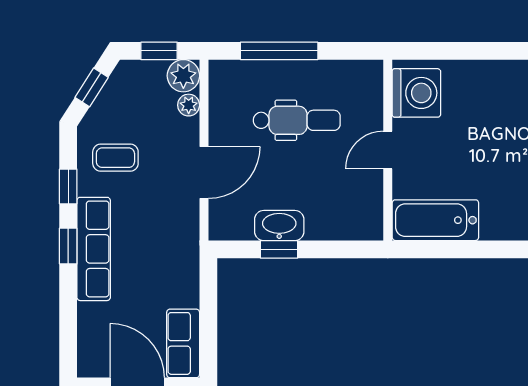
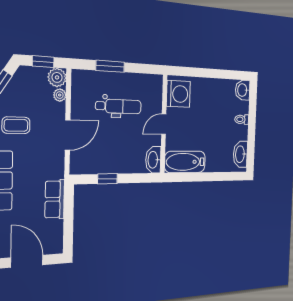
window: (279, 51) -> (110, 66), width x0.69
washbasin: (279, 225) -> (153, 160), moved, turned -90
row of seats: (183, 343) -> (55, 199), moved

